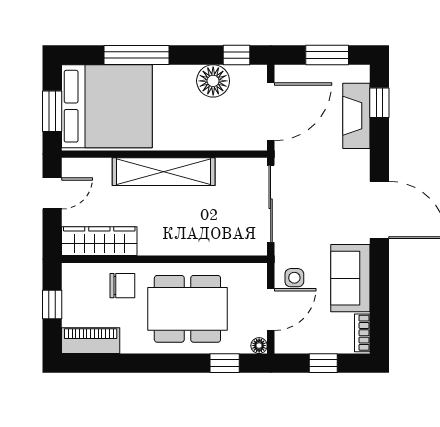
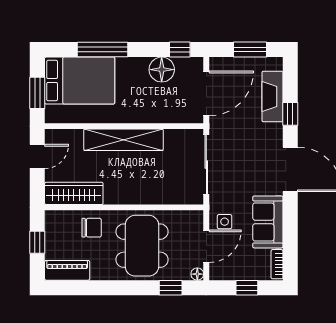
window: (379, 103) -> (290, 114), moved
bed: (107, 106) -> (80, 81), width x0.73
dining table: (187, 309) -> (142, 246), turned 90

